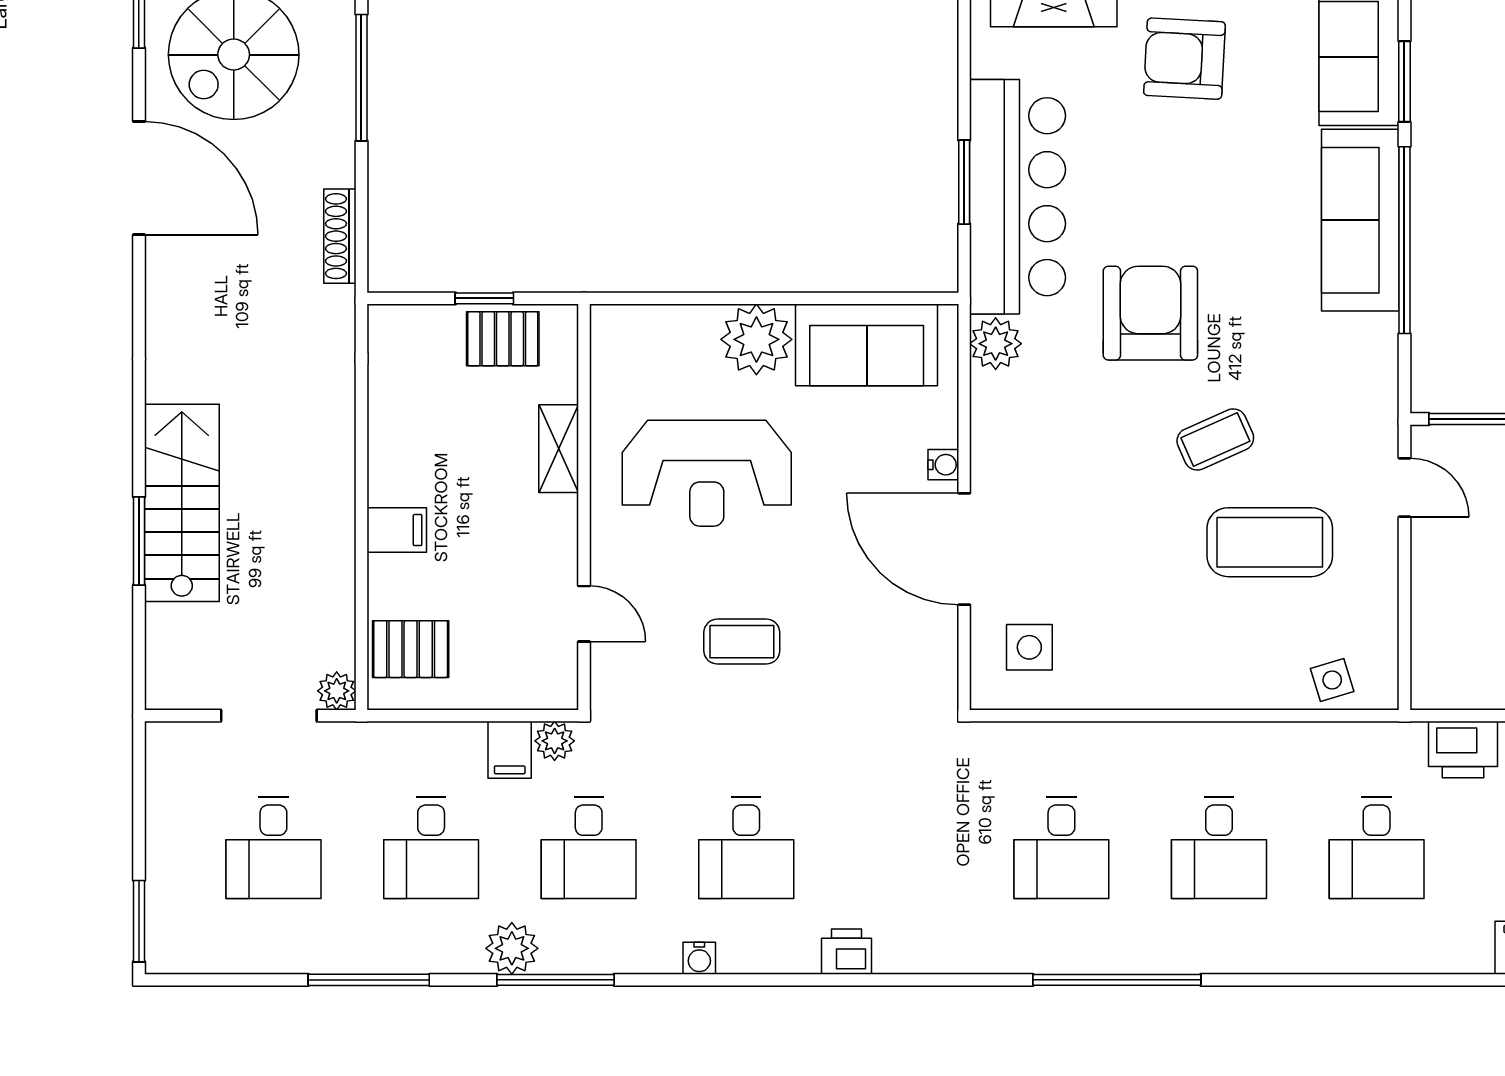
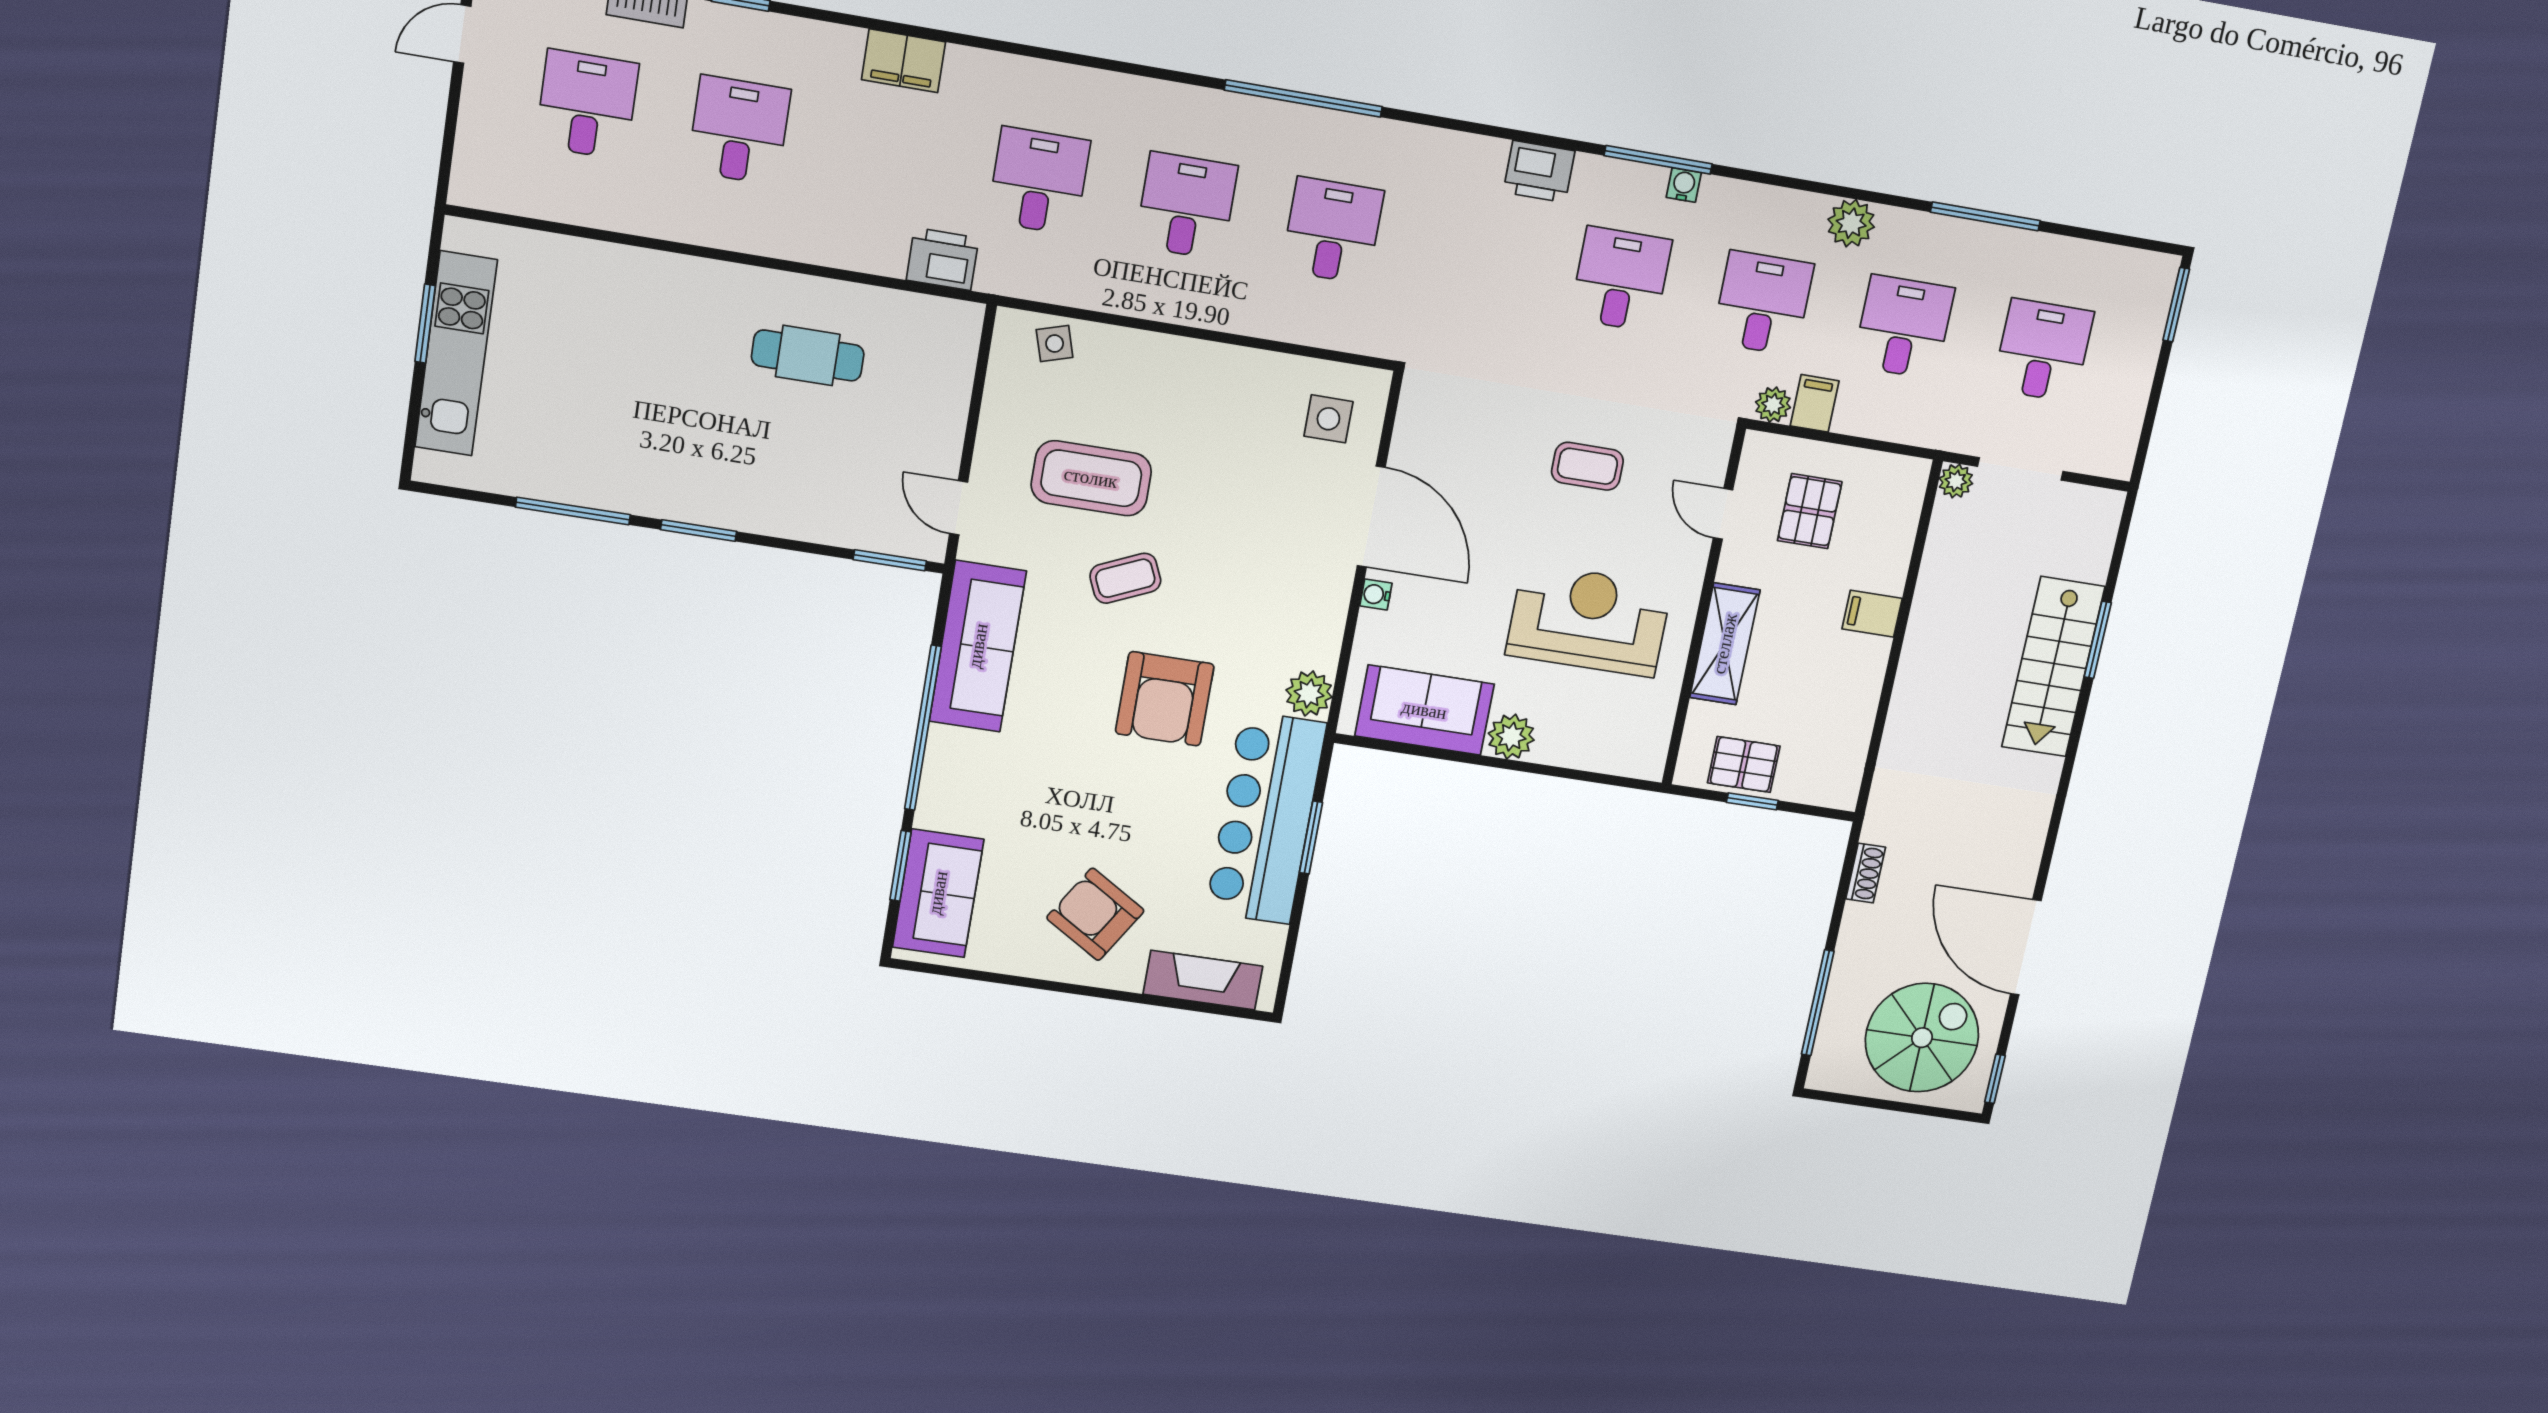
armchair: (1184, 59) -> (1095, 914), turned -151
sofa: (1360, 220) -> (978, 646), moved
shoe rack: (340, 236) -> (1866, 873), width x0.70
plant: (756, 339) -> (1511, 737), width x0.73, depth x0.73
shelving: (559, 449) -> (1725, 644), width x1.50, depth x1.33
pallet: (411, 649) -> (1810, 511), moved, turned 90
printer: (847, 952) -> (1539, 172), width x1.36, depth x1.24
window: (555, 980) -> (1658, 160), moved

